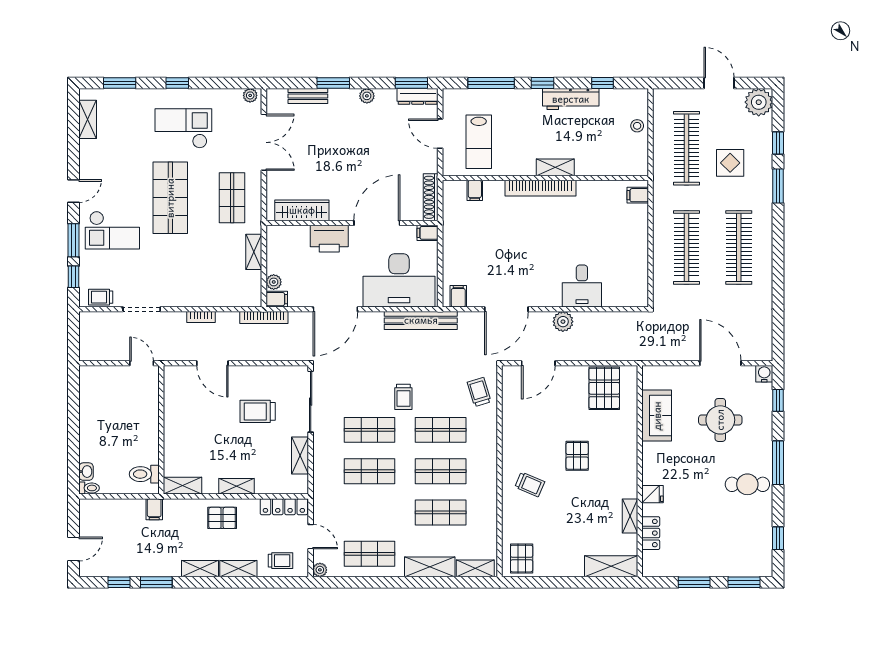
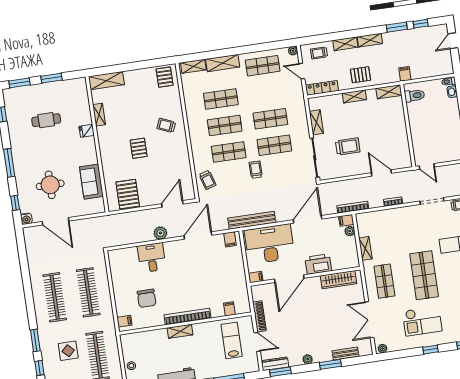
shoe rack: (431, 197) -> (259, 316), moved
chair: (599, 225) -> (147, 298), added
cafe table: (747, 484) -> (46, 120), moved
locker: (651, 533) -> (84, 106), removed

